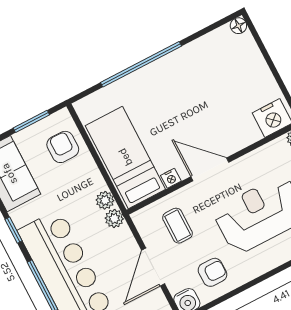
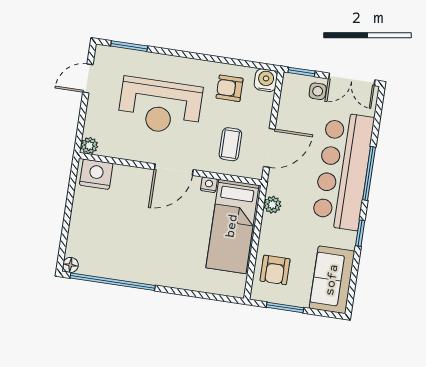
window: (141, 64) -> (113, 282), moved
door: (210, 169) -> (174, 170), hinge flipped
plant: (114, 218) -> (275, 185), removed
door: (153, 267) -> (269, 148), moved

